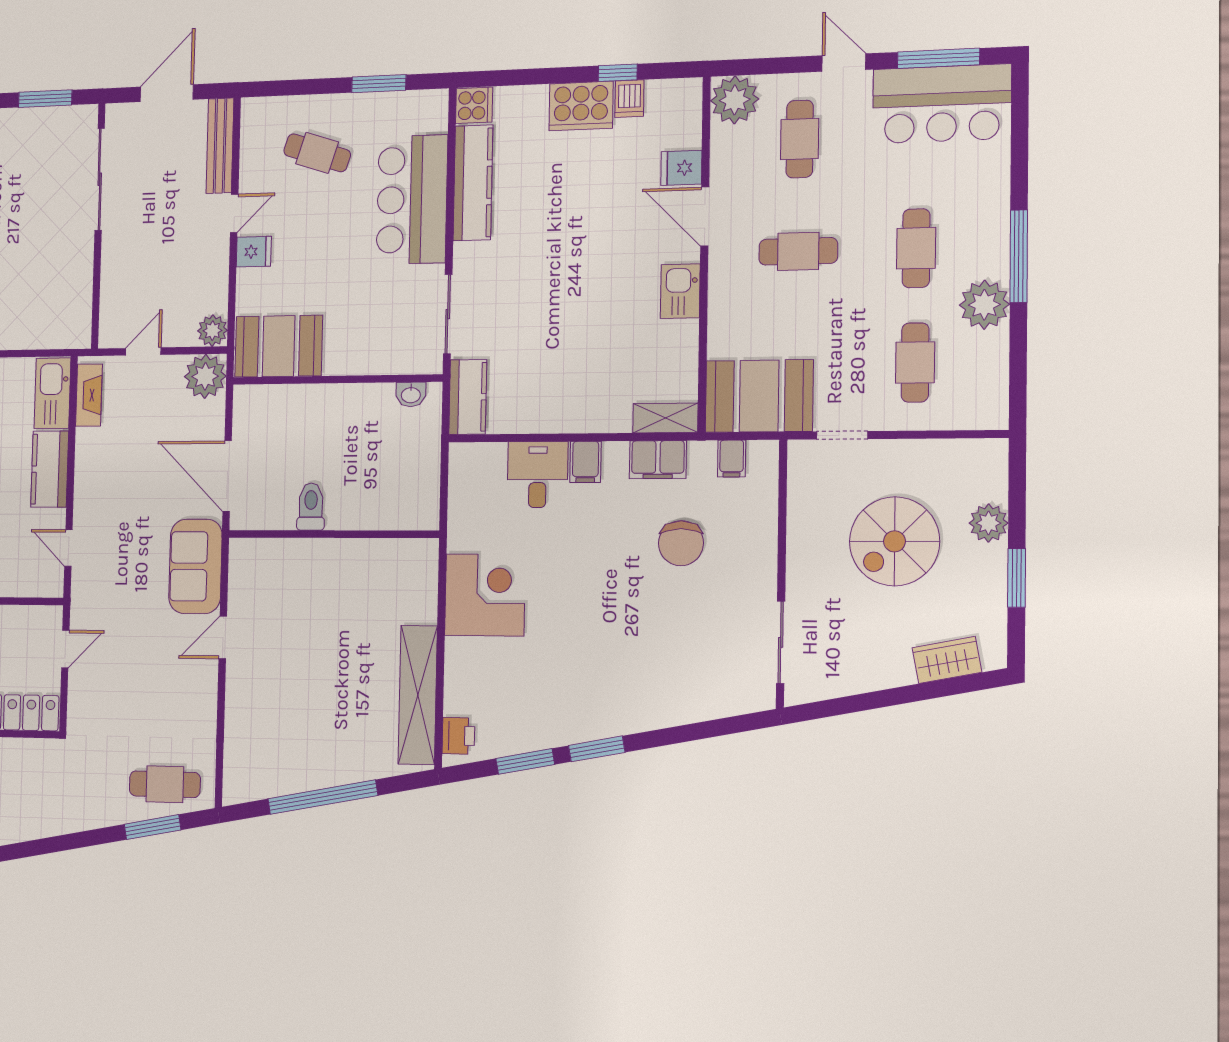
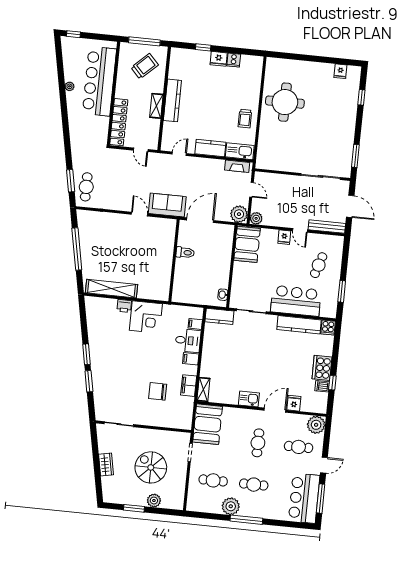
filing cabinet: (732, 459) -> (195, 324), moved
wardrobe: (947, 660) -> (106, 465), moved
printer: (458, 736) -> (124, 306), moved
window: (525, 761) -> (89, 381), moved

